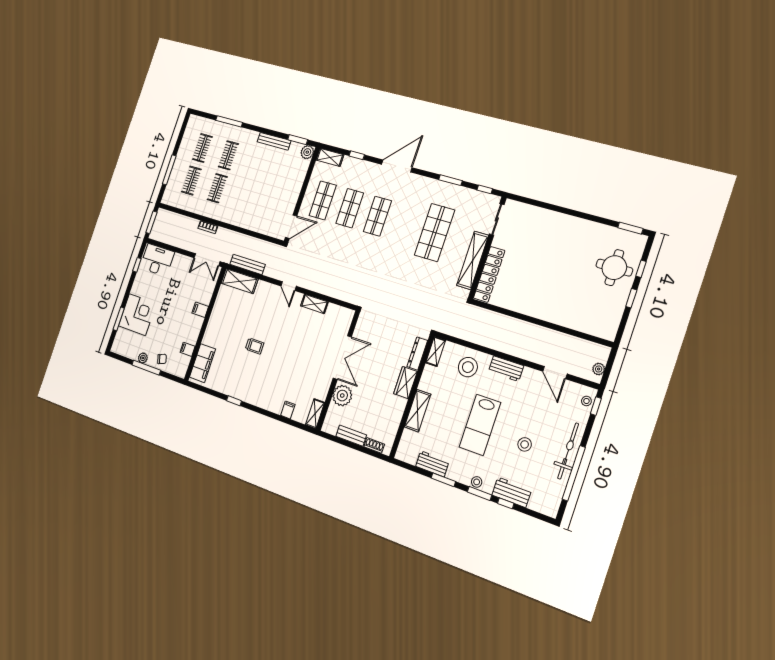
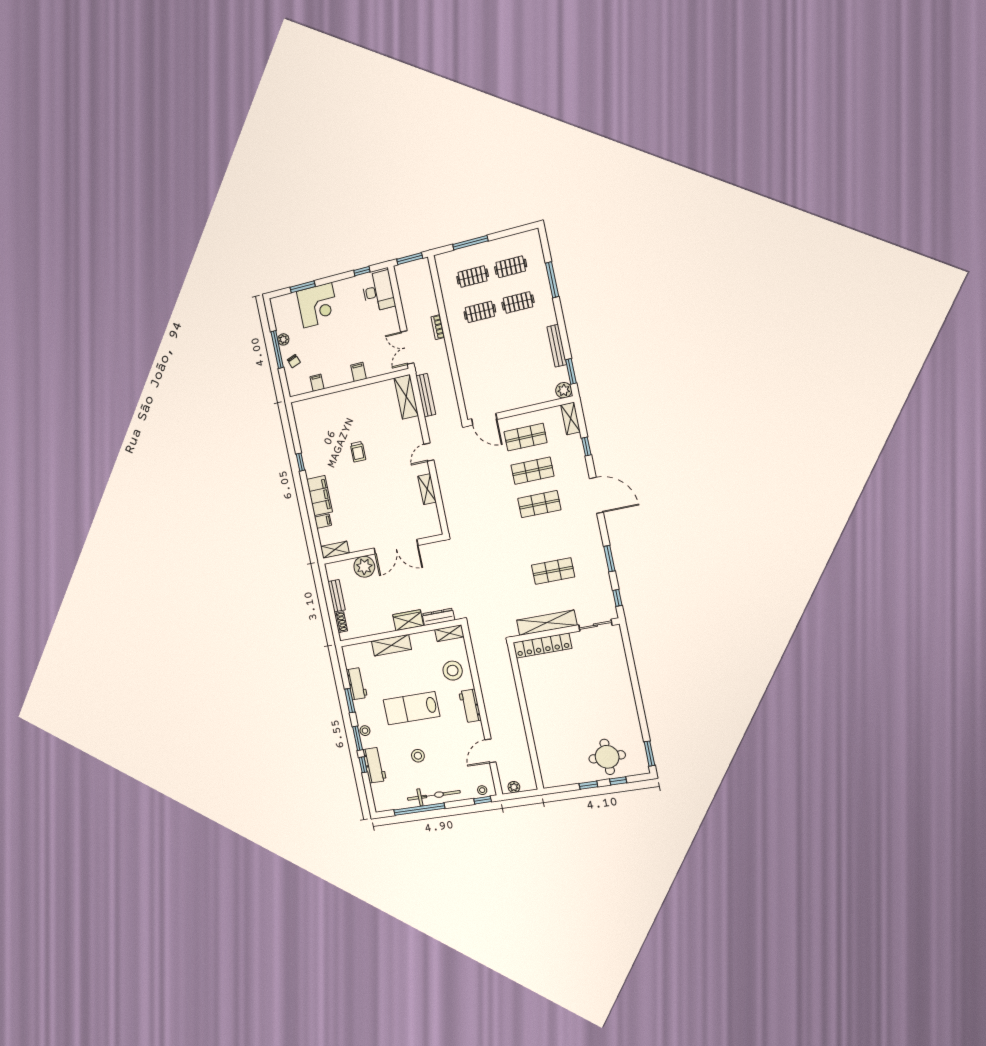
shop shelf: (434, 233) -> (553, 571), width x0.70, depth x0.74
filing cabinet: (202, 363) -> (319, 496), moved, turned -90

